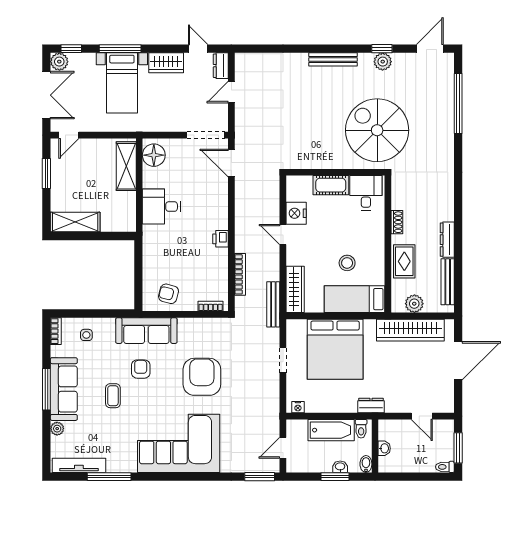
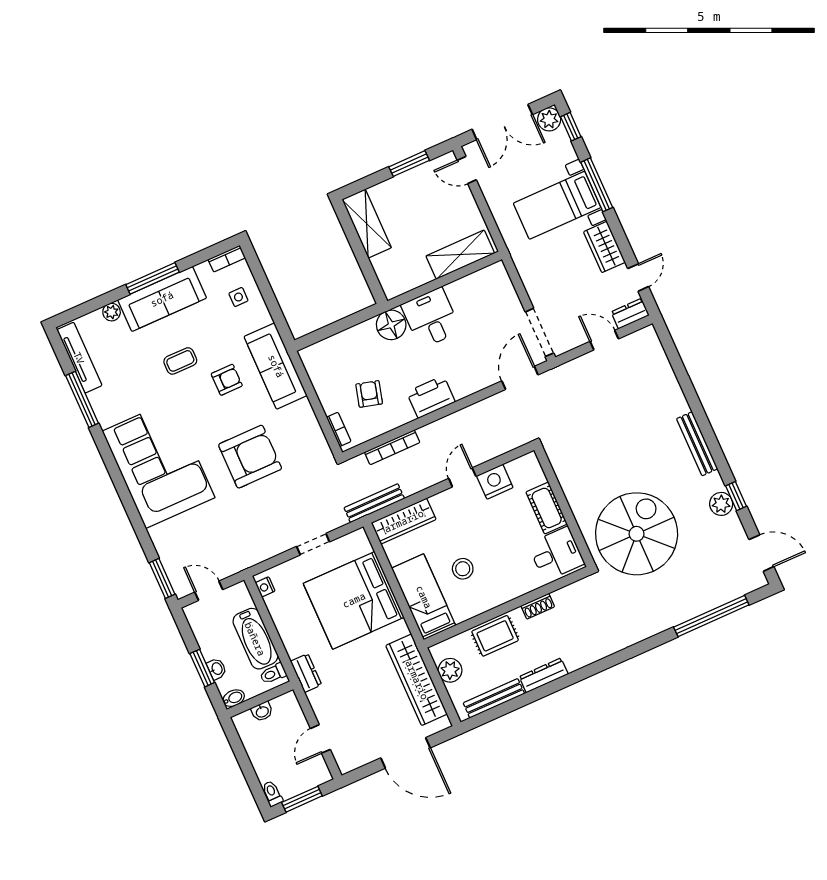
floor lamp: (154, 155) -> (391, 325), moved
printer: (220, 239) -> (431, 397), width x1.87, depth x1.48
armchair: (169, 294) -> (369, 394), moved

